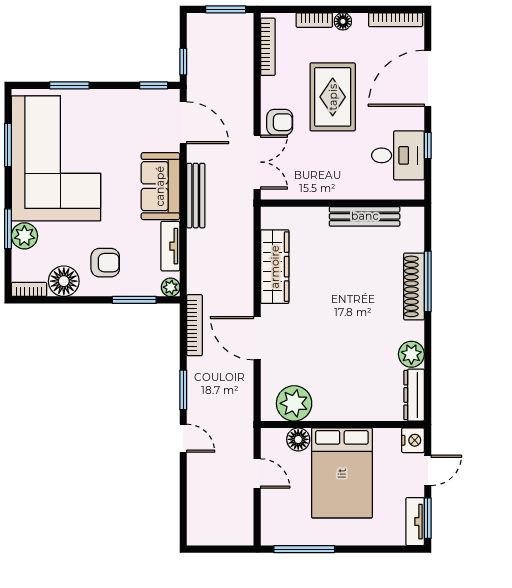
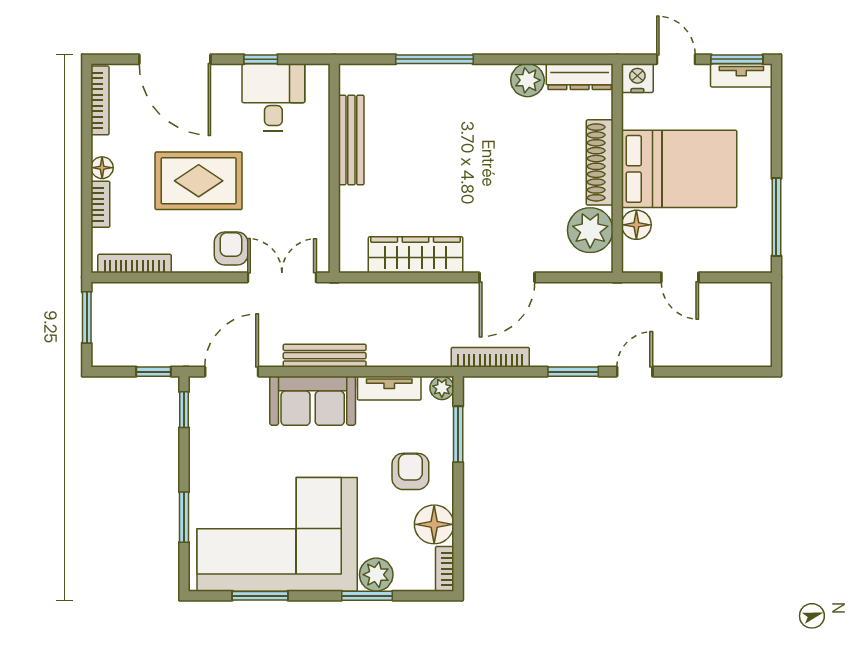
shoe rack: (414, 286) -> (600, 162), moved, turned 90
door: (257, 473) -> (680, 277), swing flipped

